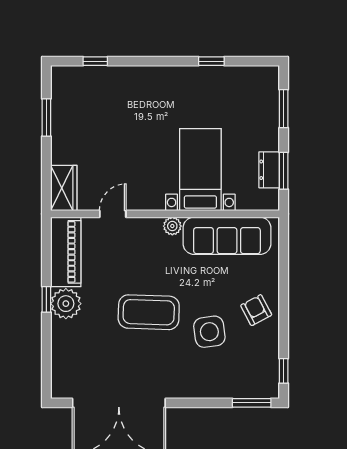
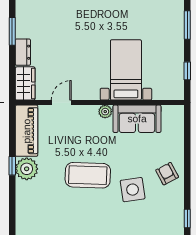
dresser: (269, 170) -> (23, 52), moved, turned 180
window: (284, 171) -> (187, 71), width x0.67
sofa: (227, 236) -> (137, 119), width x0.73

